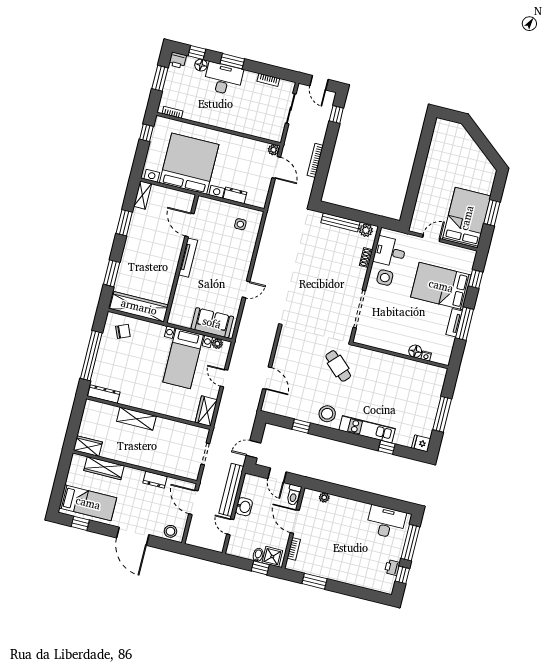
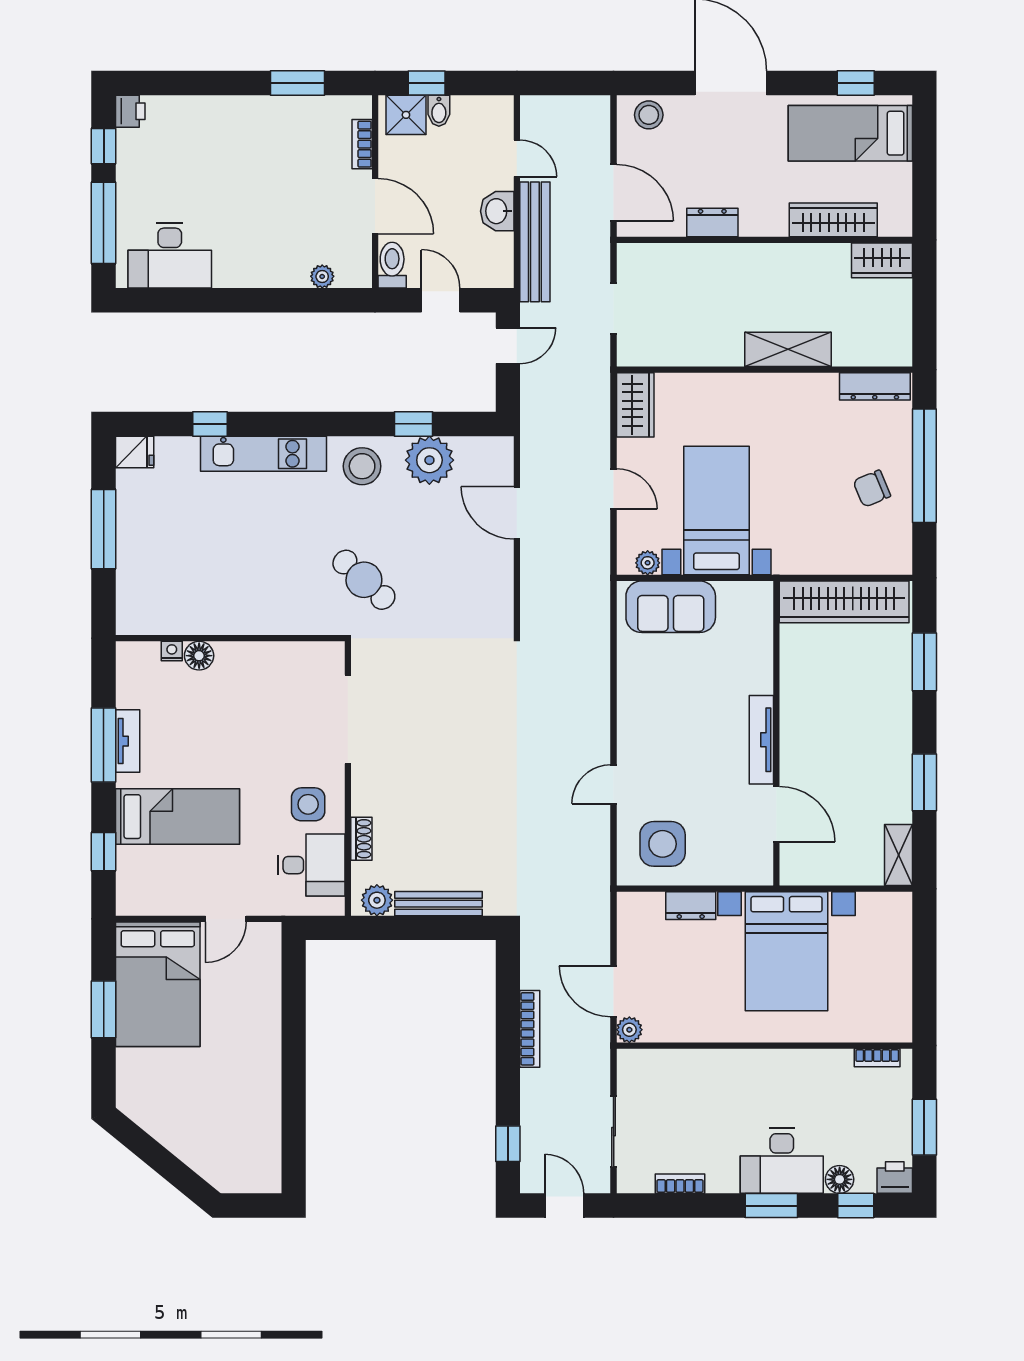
window: (146, 133) -> (924, 997), removed
bed with nightstands: (189, 164) -> (787, 951), width x0.73
side table: (240, 224) -> (663, 844), width x1.87, depth x1.87
bed: (441, 286) -> (177, 817), width x0.67
door: (246, 289) -> (614, 784), moved
chair: (123, 331) -> (872, 489), moved
plant: (298, 409) -> (429, 460), added
printer: (392, 568) -> (130, 111), moved

